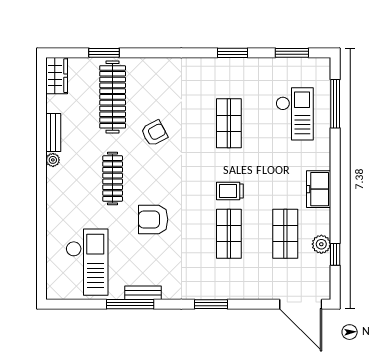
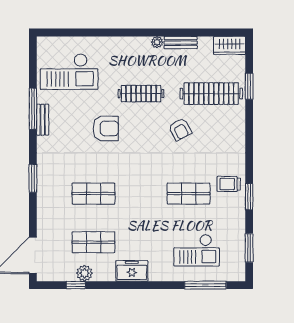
trolley: (230, 191) -> (229, 184), moved, turned -90
armchair: (153, 219) -> (106, 128), turned 90

